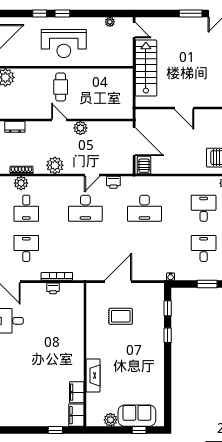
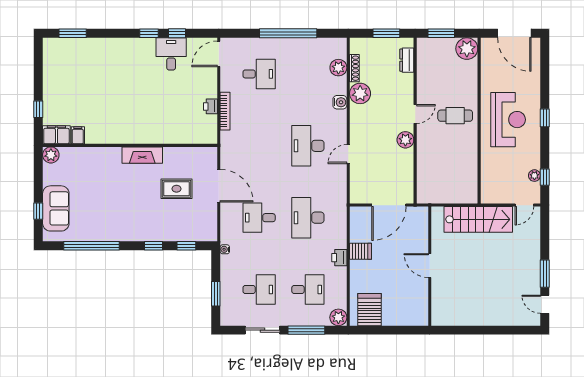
window: (40, 13) -> (545, 177), moved
reception desk: (64, 43) -> (508, 120), turned 180
door: (184, 108) -> (430, 266), hinge flipped
plant: (55, 165) -> (360, 93), moved
server rack: (144, 165) -> (360, 251), moved
door: (92, 175) -> (348, 154), hinge flipped
water cooler: (50, 182) -> (340, 102), added
printer: (113, 182) -> (339, 258), moved
desk: (26, 208) -> (259, 218), moved
rug: (121, 316) -> (176, 189), turned 90
fireplace: (93, 376) -> (142, 155), moved
window: (168, 386) -> (91, 246), added
filing cabinet: (77, 392) -> (78, 135), width x0.50
plant: (111, 420) -> (51, 155), moved

